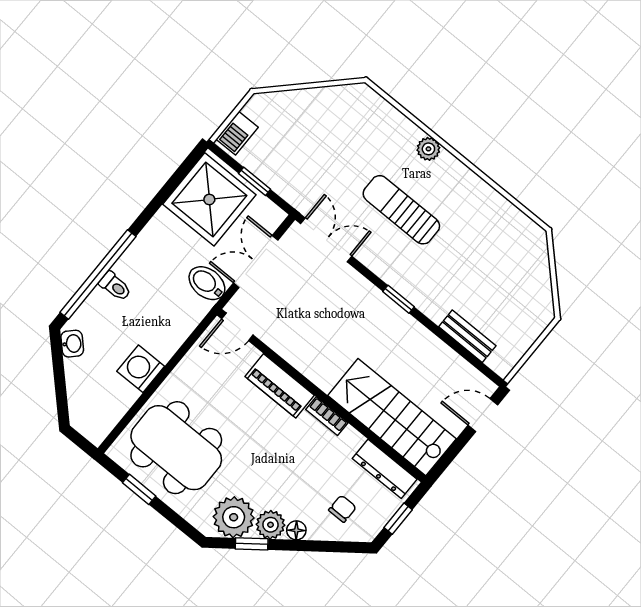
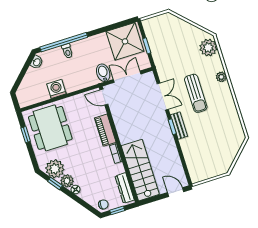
plant: (370, 111) -> (208, 48), added
barbecue: (237, 133) -> (152, 23), removed
sun lounger: (401, 210) -> (196, 93), turned 180
double door: (326, 240) -> (163, 97), moved
bench: (467, 336) -> (179, 126), moved
chair: (342, 509) -> (103, 204), moved

